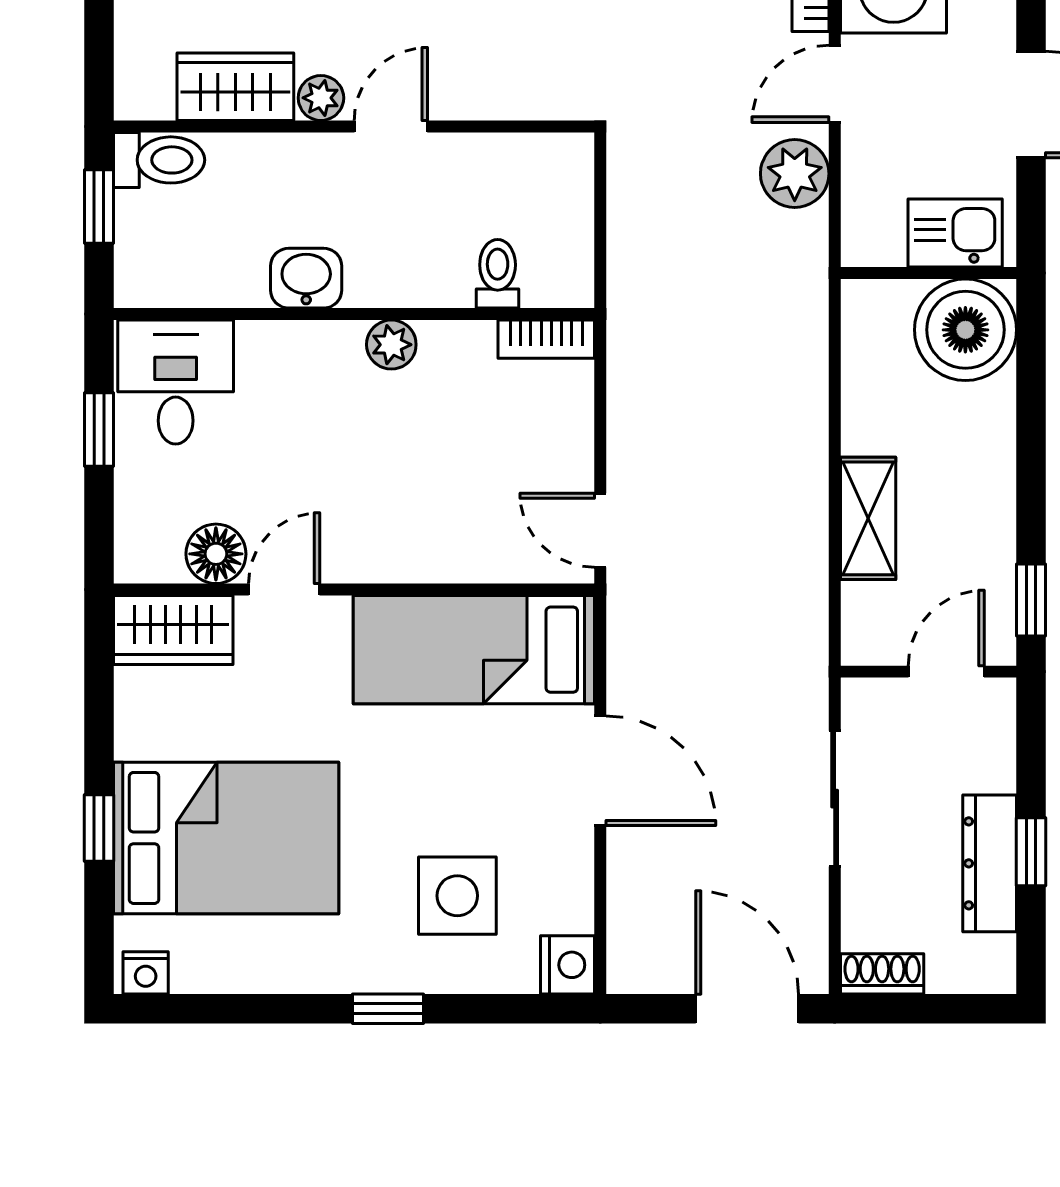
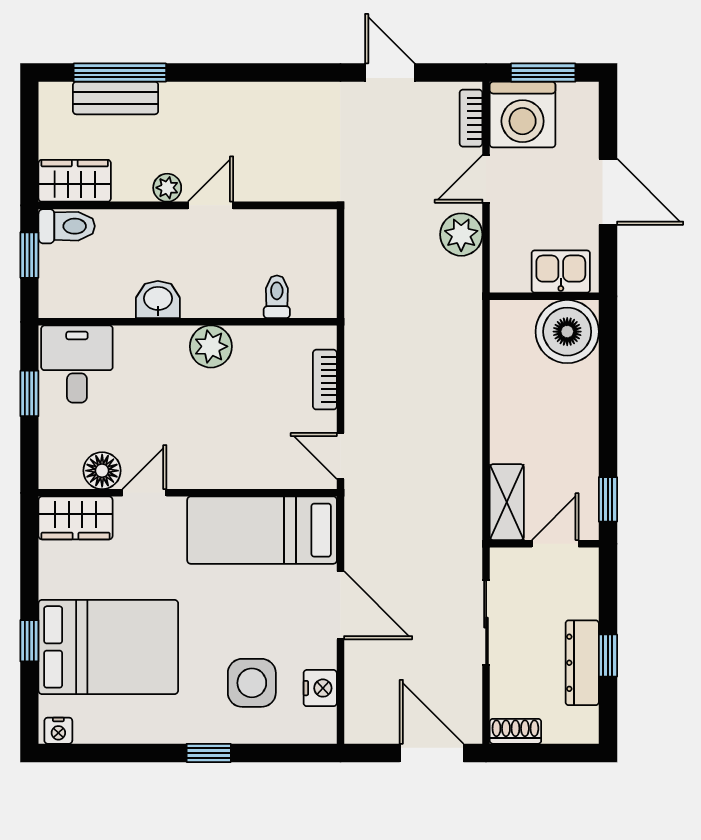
wardrobe: (235, 87) -> (75, 181), moved
bookcase: (546, 339) -> (325, 380), moved, turned 90
plant: (391, 345) -> (211, 346), width x1.38, depth x1.38
shelving: (868, 518) -> (507, 502), moved
nightstand: (567, 965) -> (320, 688), moved

